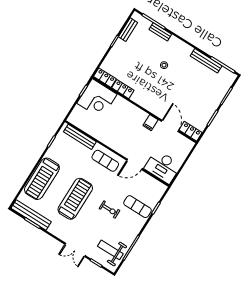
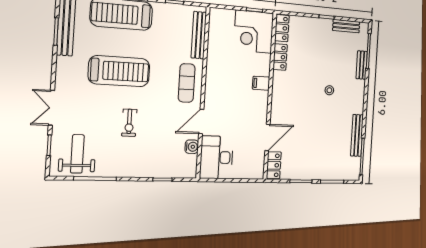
filing cabinet: (150, 123) -> (261, 83), moved
door: (134, 164) -> (201, 121), hinge flipped
water cooler: (147, 179) -> (192, 147), added
exercise mat: (138, 207) -> (152, 156), removed

